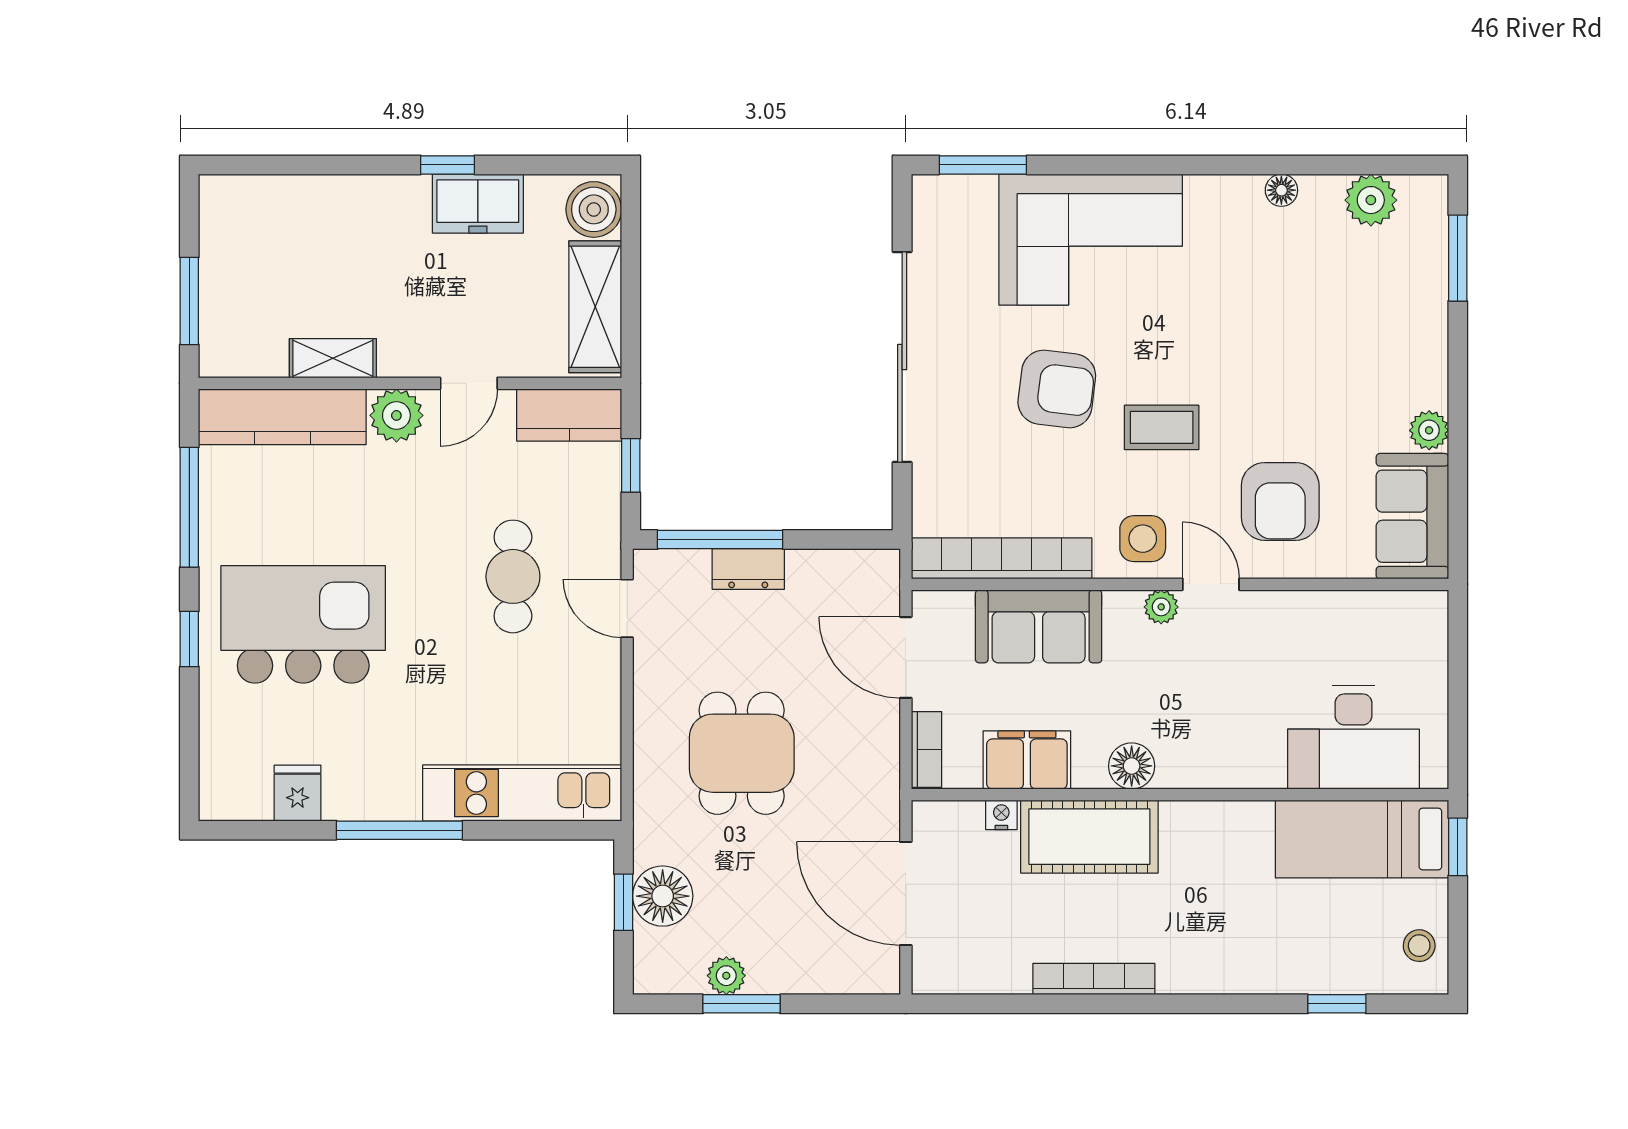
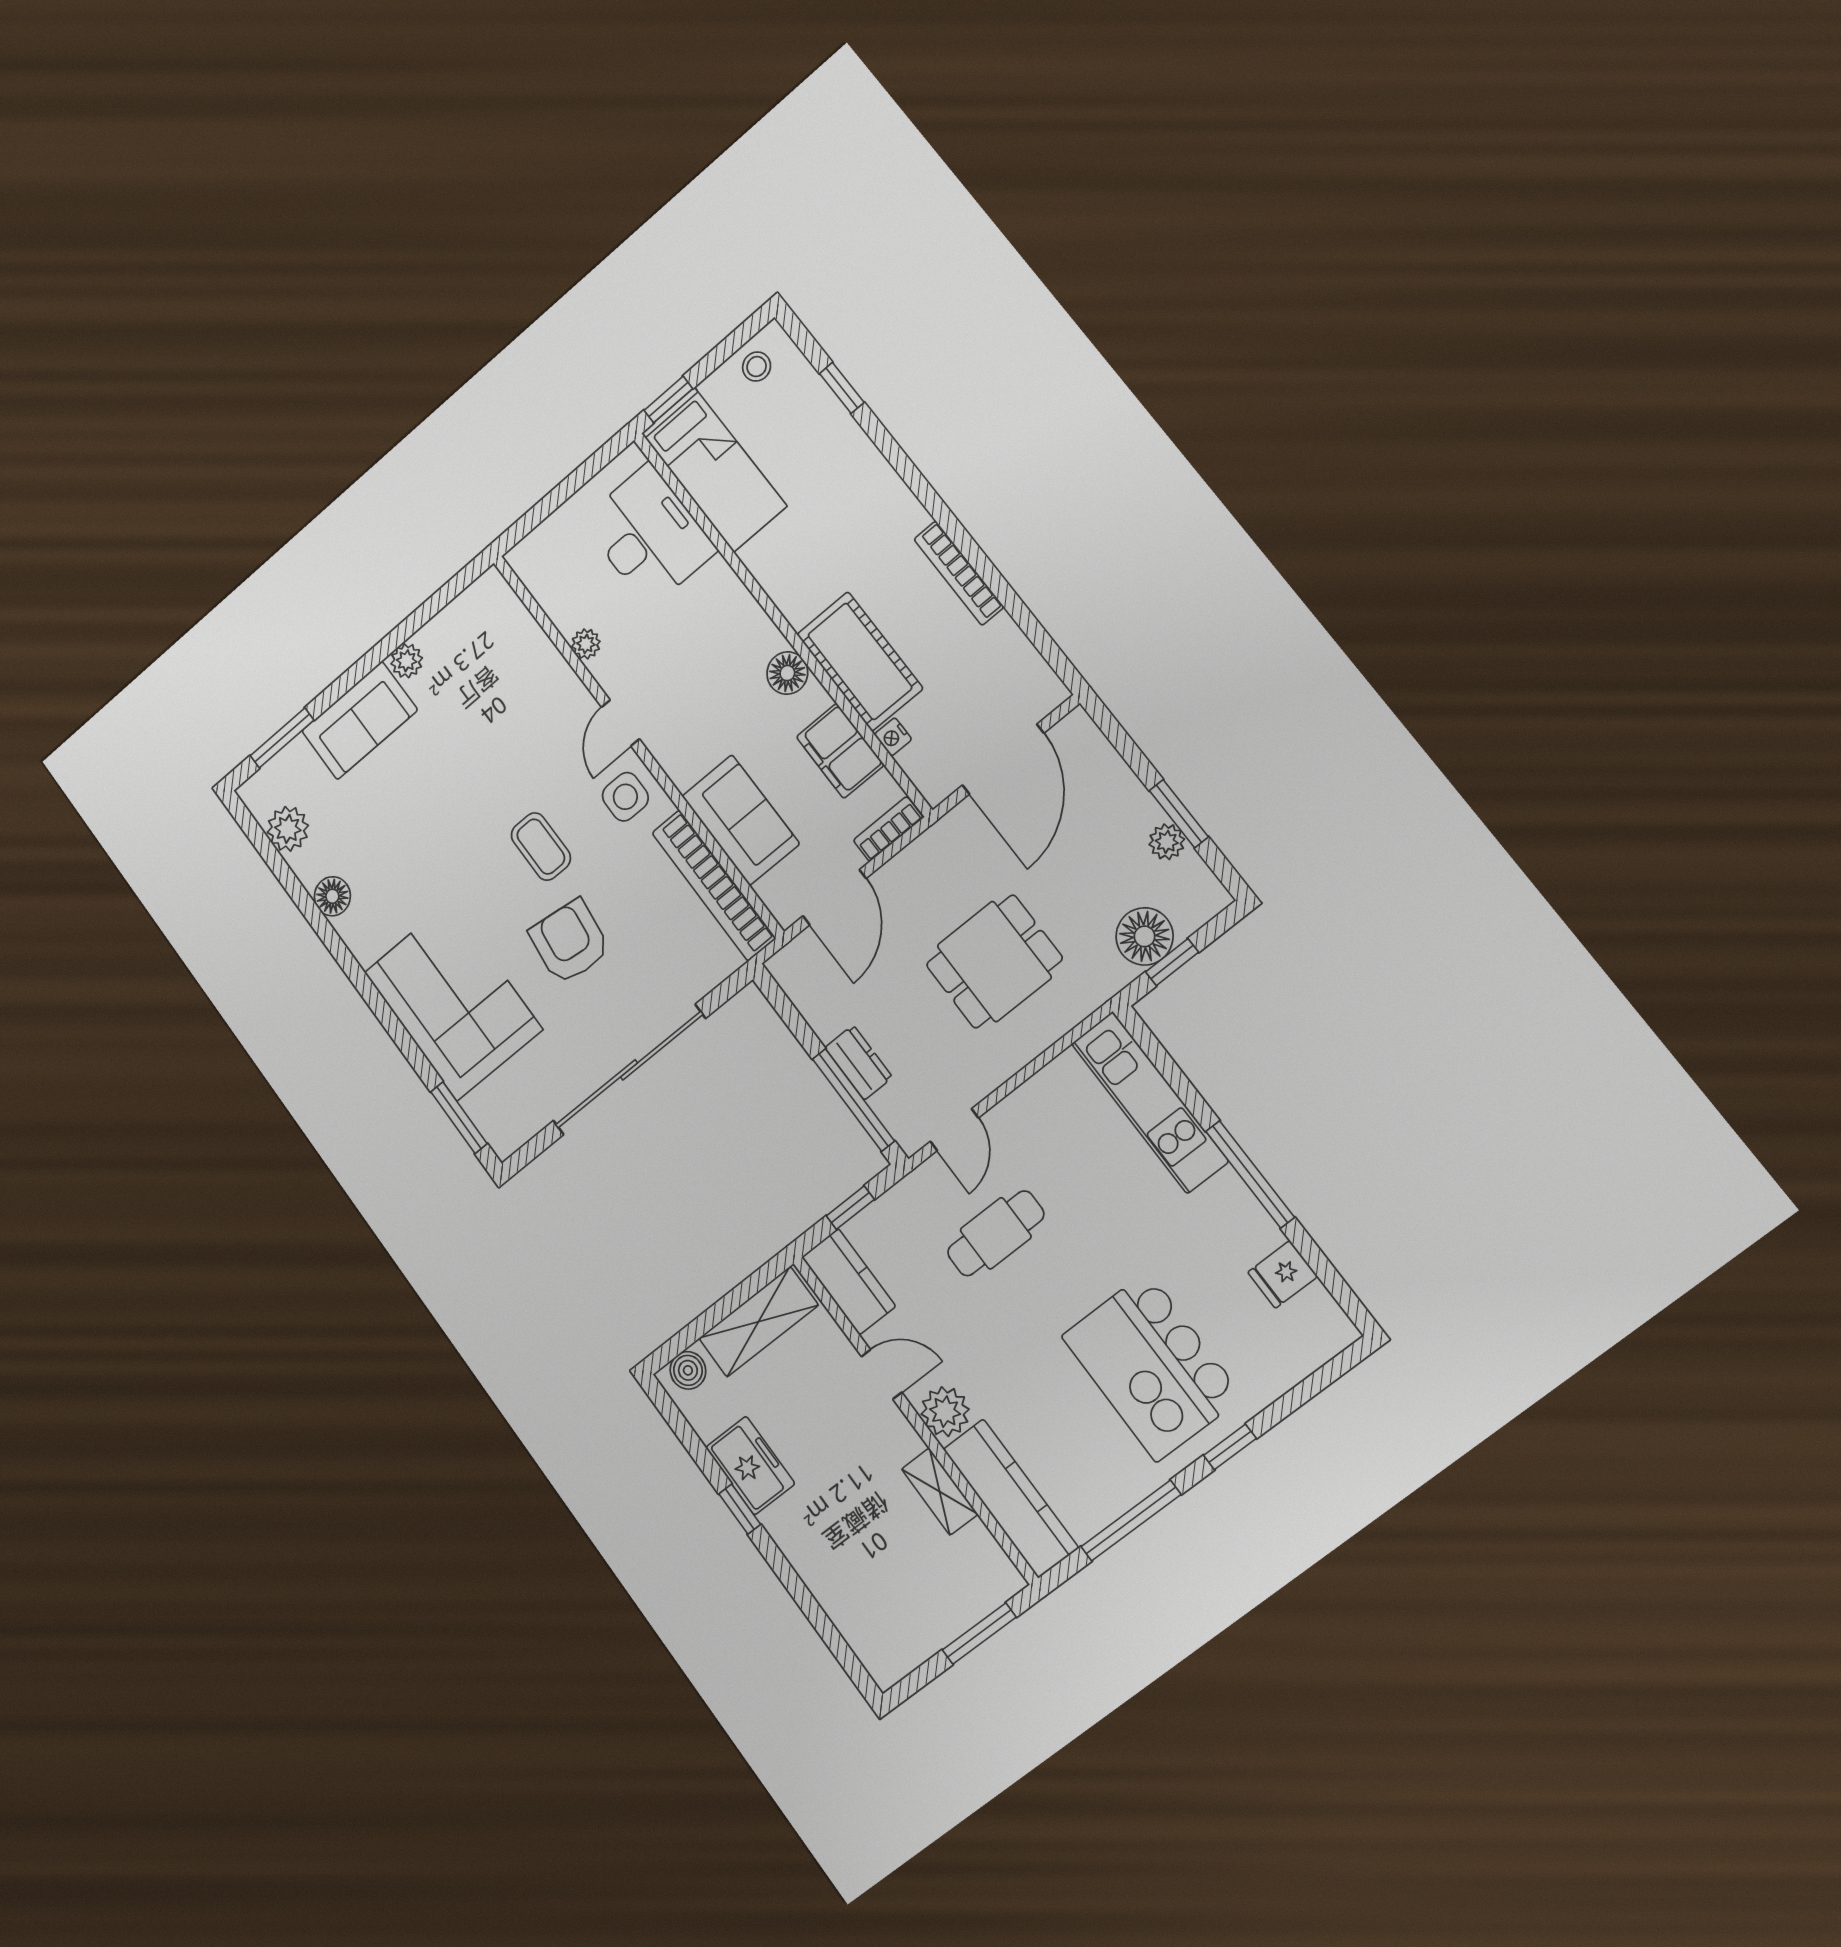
floor lamp: (1281, 190) -> (332, 896), width x1.37, depth x1.37
boiler: (594, 209) -> (688, 1370), width x0.73, depth x0.73
armchair: (1280, 501) -> (529, 722), removed
sofa: (1412, 516) -> (360, 721), moved
plant: (1161, 607) -> (586, 644), moved

